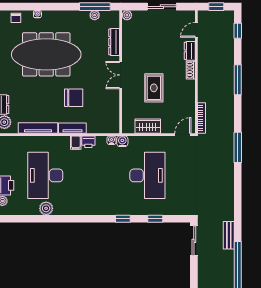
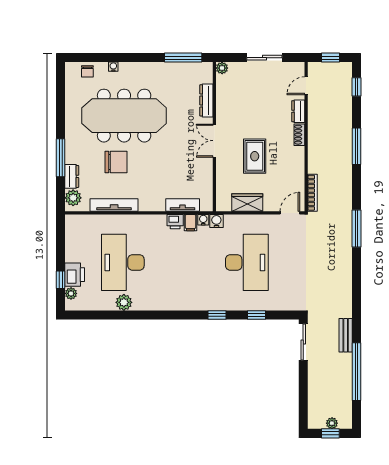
plant: (95, 15) -> (183, 68), removed
chair: (74, 98) -> (116, 162), moved
tv unit: (72, 128) -> (183, 205), moved
filing cabinet: (76, 143) -> (191, 223), moved

